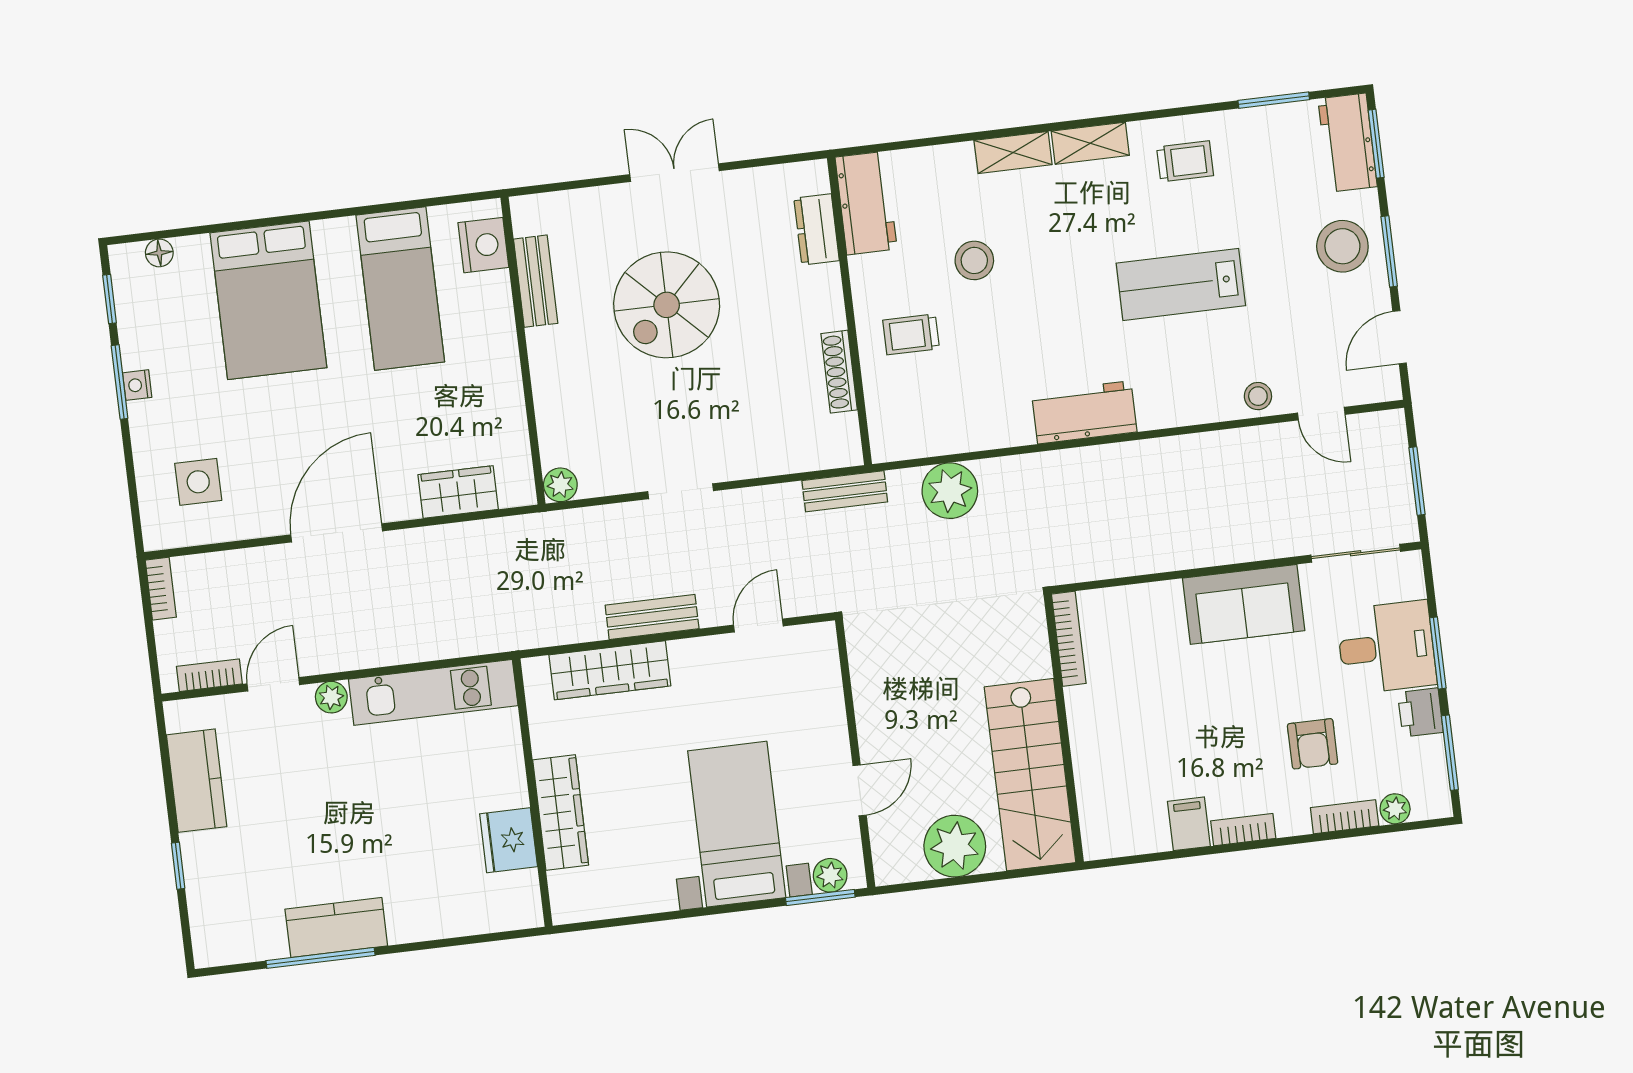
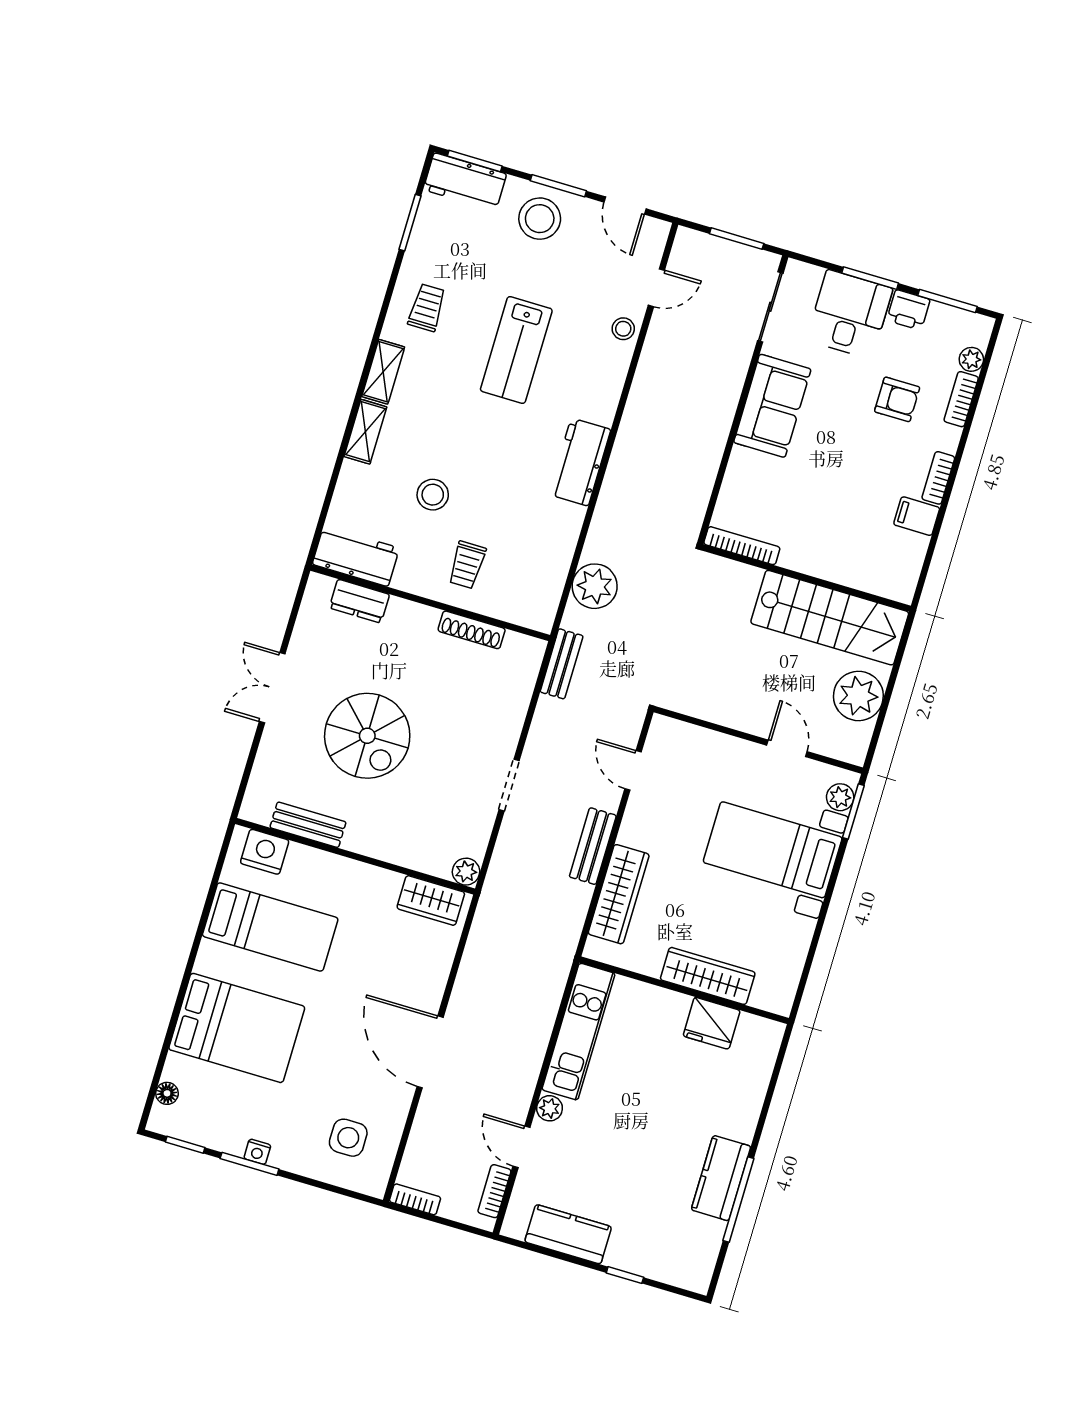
wardrobe: (458, 492) -> (431, 900), moved, turned -90

